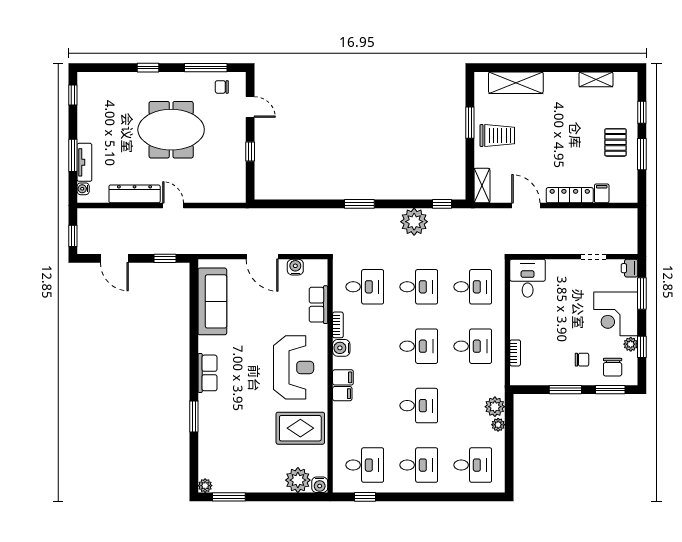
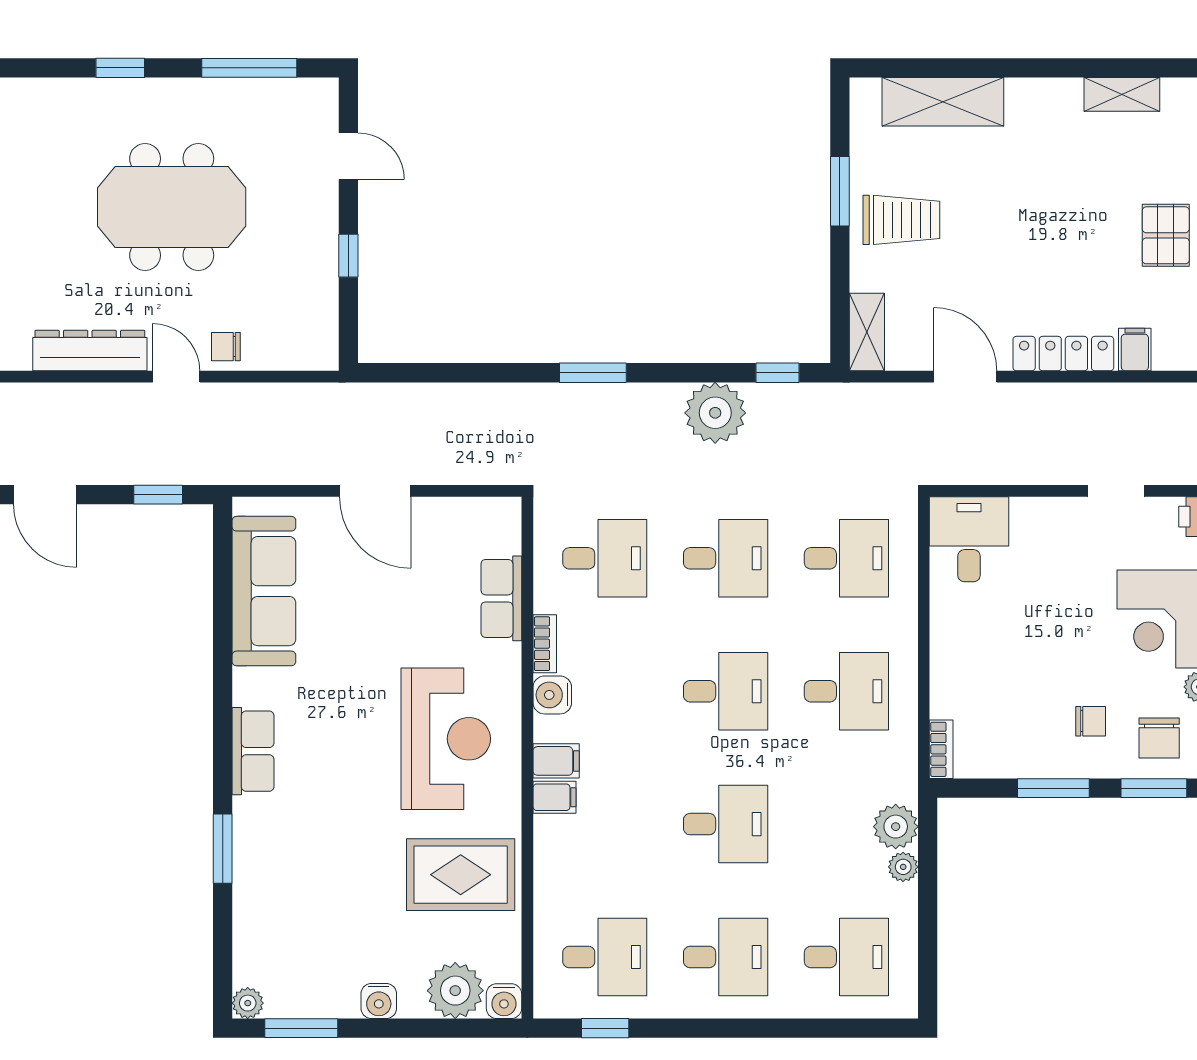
chair: (222, 87) -> (226, 347), moved
water cooler: (295, 267) -> (379, 1001), moved, turned 180
bookcase: (515, 353) -> (941, 749), moved

